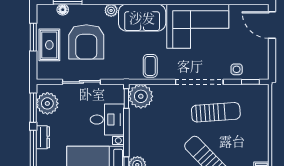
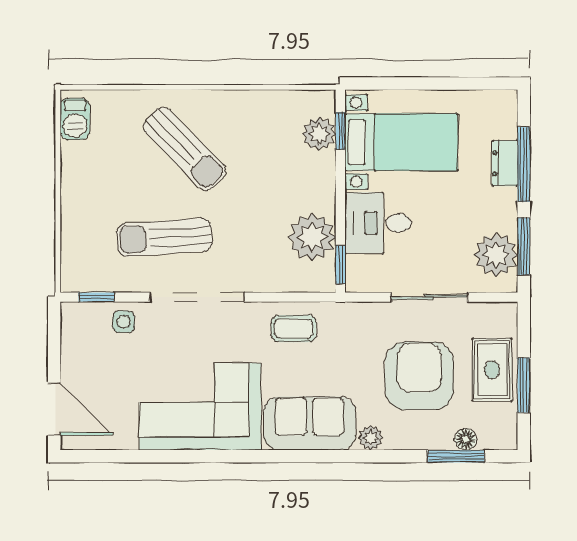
coffee table: (150, 66) -> (294, 329), turned 90
plant: (141, 96) -> (312, 237), moved
dresser: (43, 137) -> (505, 163), moved

